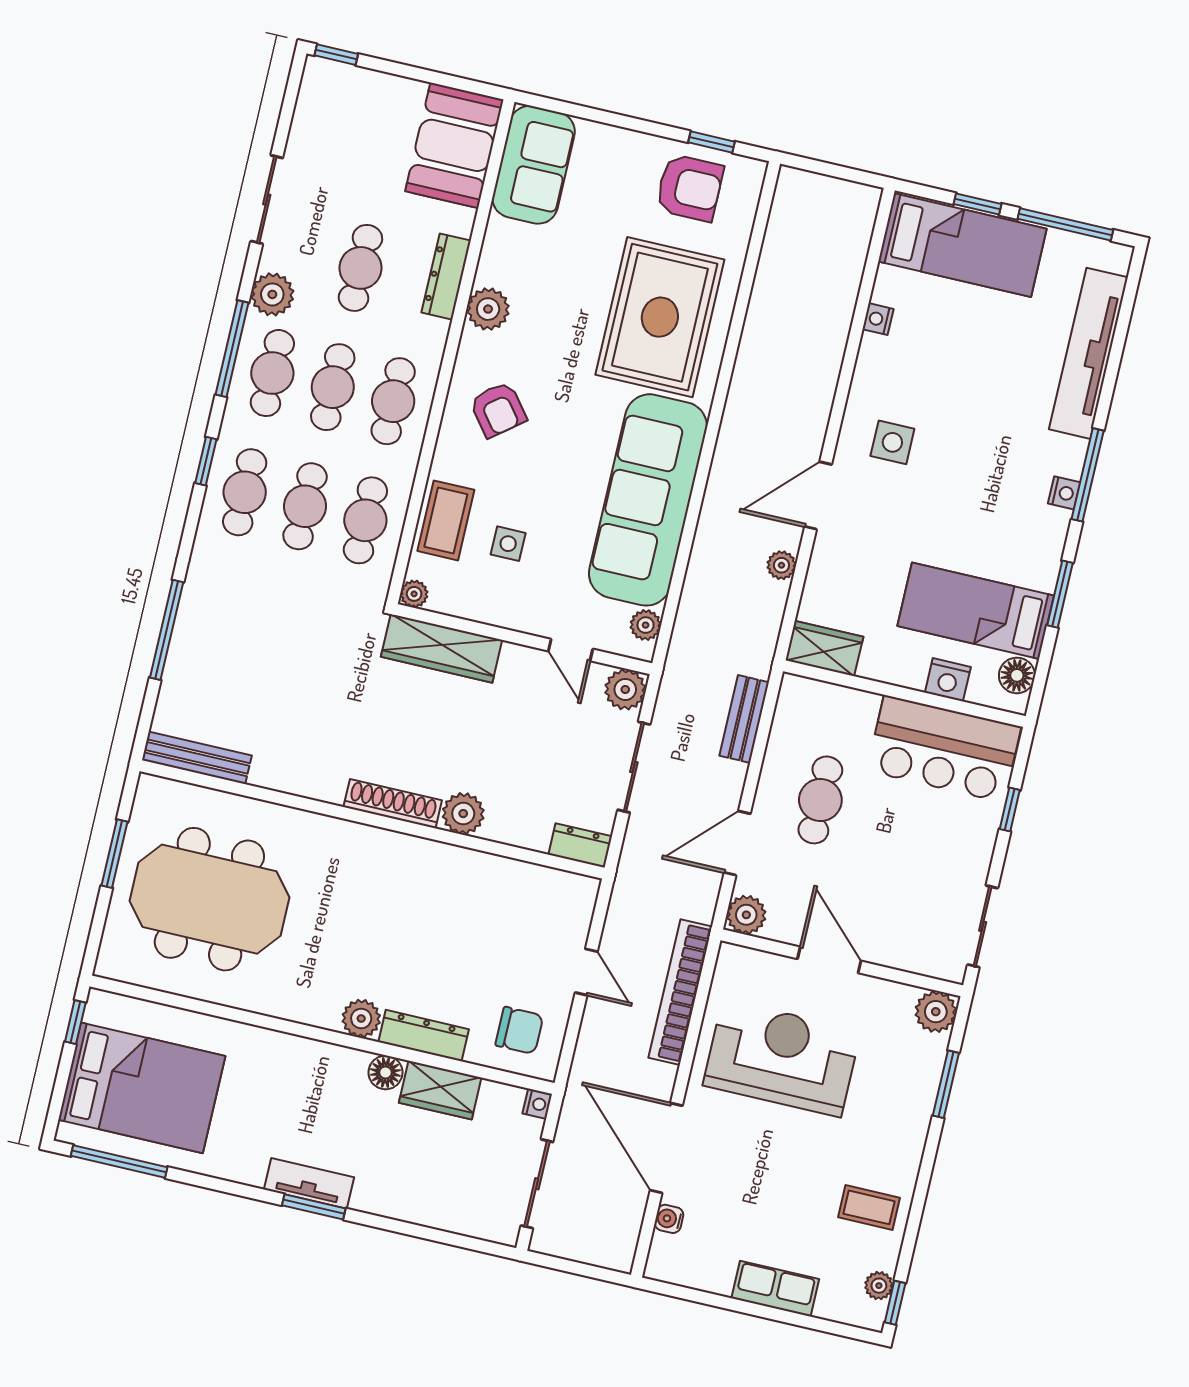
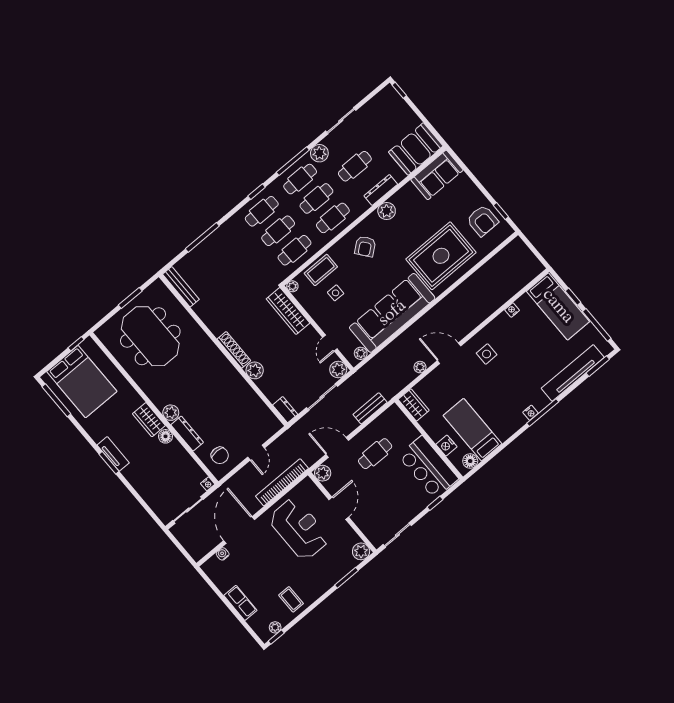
window: (1060, 594) -> (598, 366), moved
wardrobe: (440, 1090) -> (149, 420), moved

